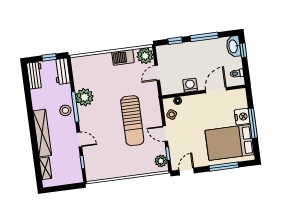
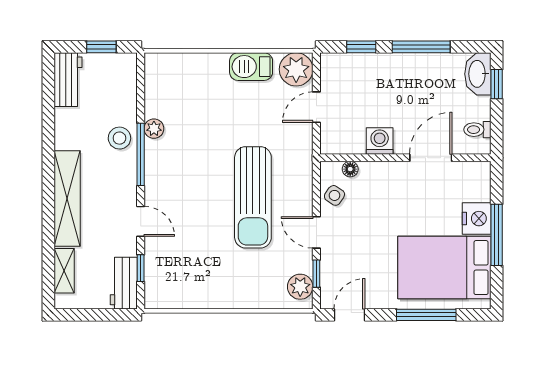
workbench: (62, 71) -> (124, 283), moved
plant: (85, 97) -> (154, 129), width x0.53, depth x0.53
stool: (65, 110) -> (119, 138), moved

